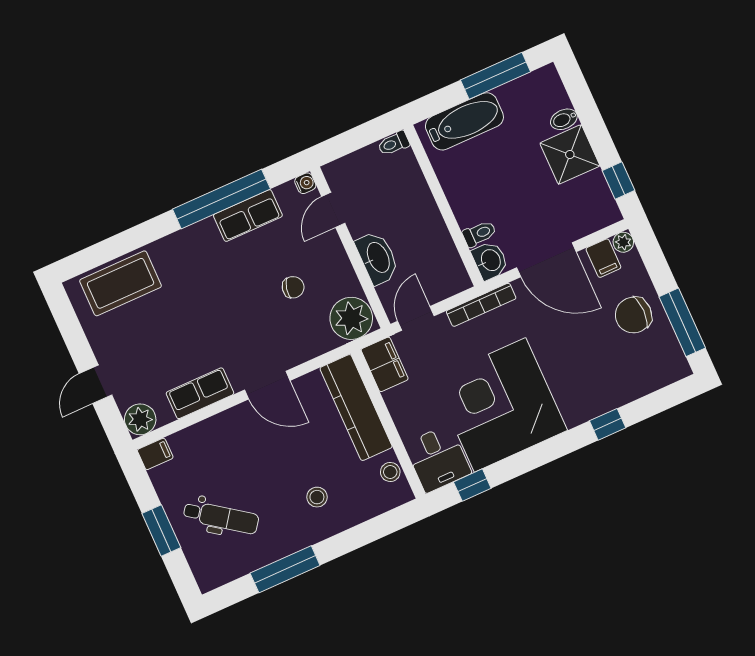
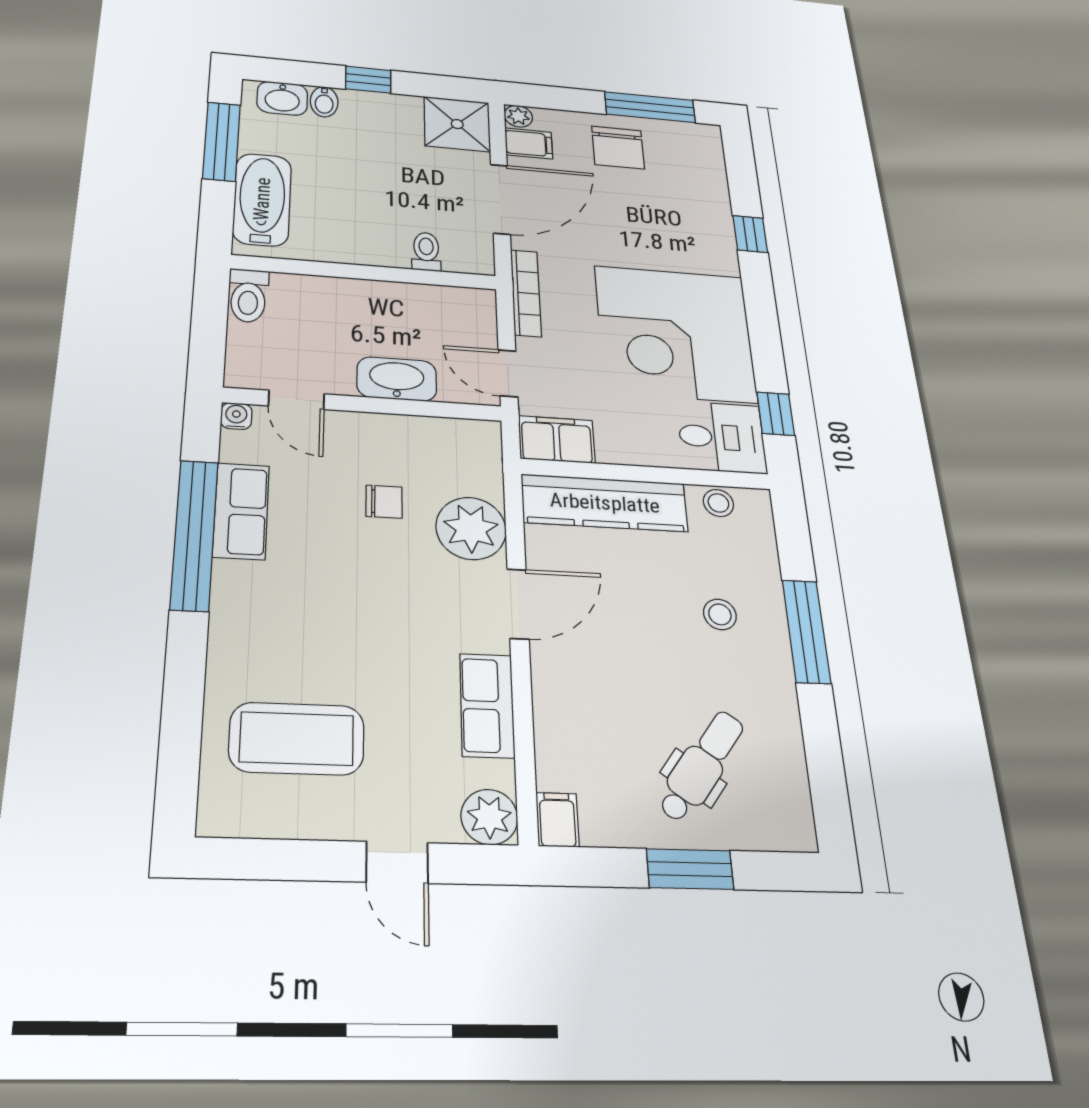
toilet: (394, 143) -> (248, 296), width x1.37, depth x1.39
shower: (570, 154) -> (457, 124), moved
window: (618, 180) -> (368, 80), moved
washbasin: (490, 260) -> (282, 98), moved, turned 180
coffee table: (121, 283) -> (297, 739), moved, turned 90
chair: (293, 287) -> (384, 502), turned 78
plant: (351, 318) -> (471, 528), moved
window: (285, 569) -> (806, 631), moved

